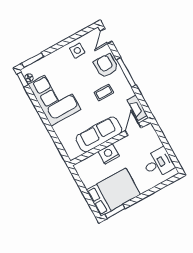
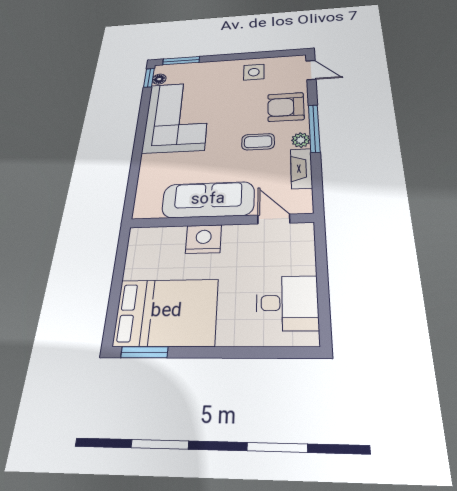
door: (106, 36) -> (311, 70), swing flipped
armchair: (106, 66) -> (286, 107), turned -90
plant: (123, 82) -> (301, 140), added
fireplace: (137, 108) -> (301, 168), moved
door: (133, 129) -> (274, 219), hinge flipped

